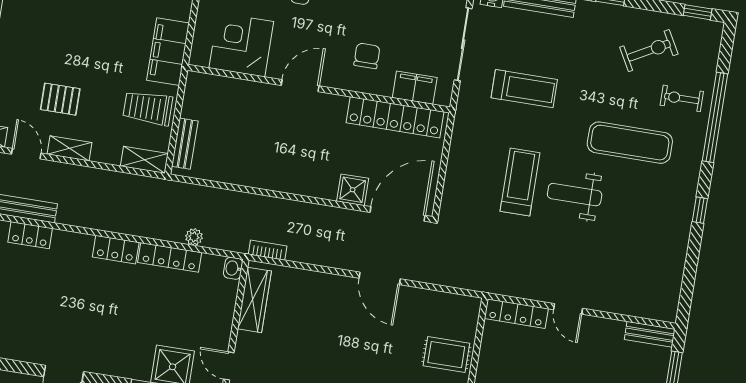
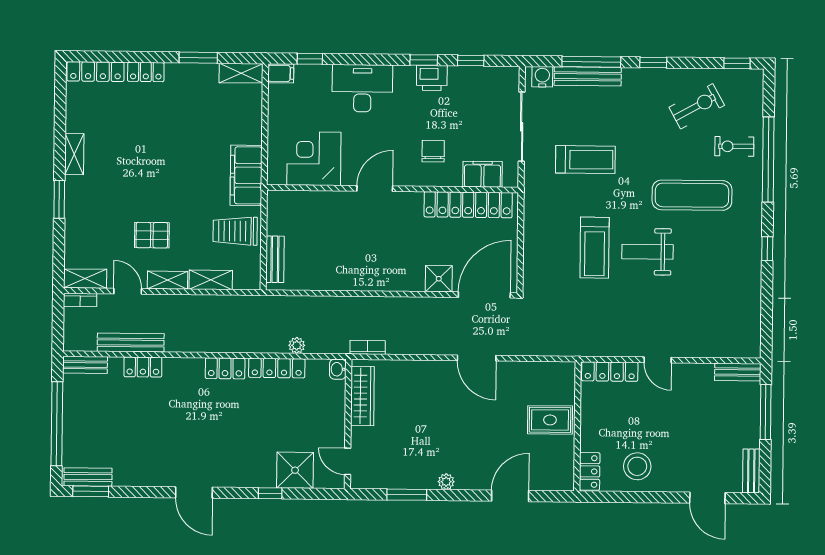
shelving: (144, 160) -> (211, 280), moved
treadmill: (520, 182) -> (595, 248), turned 180

